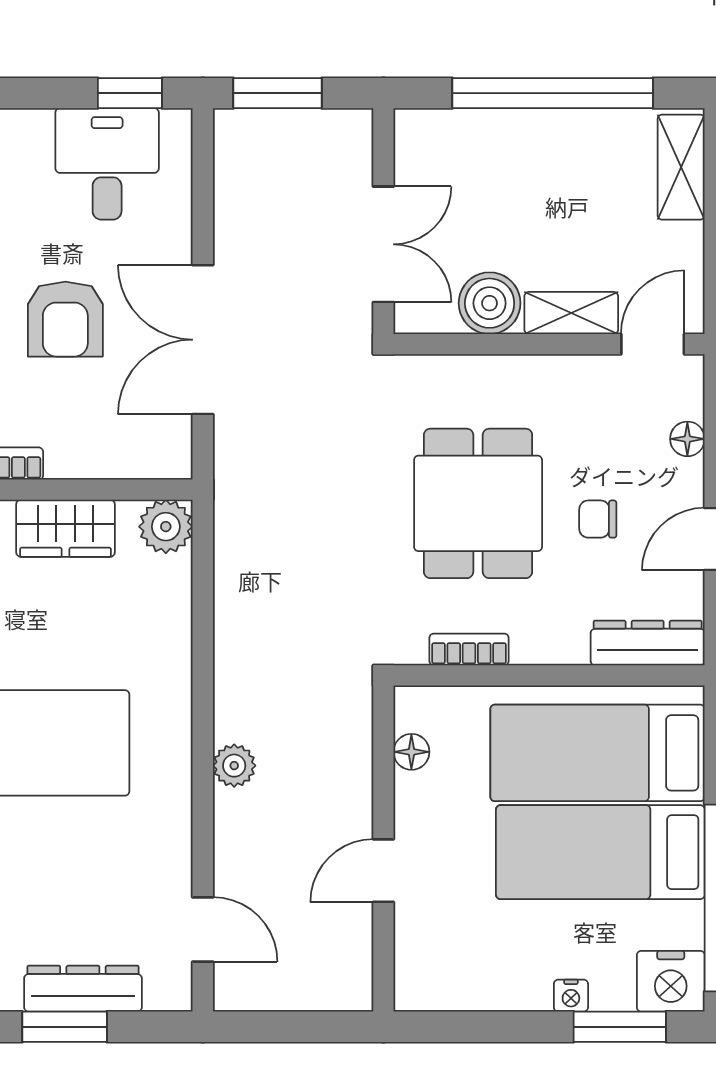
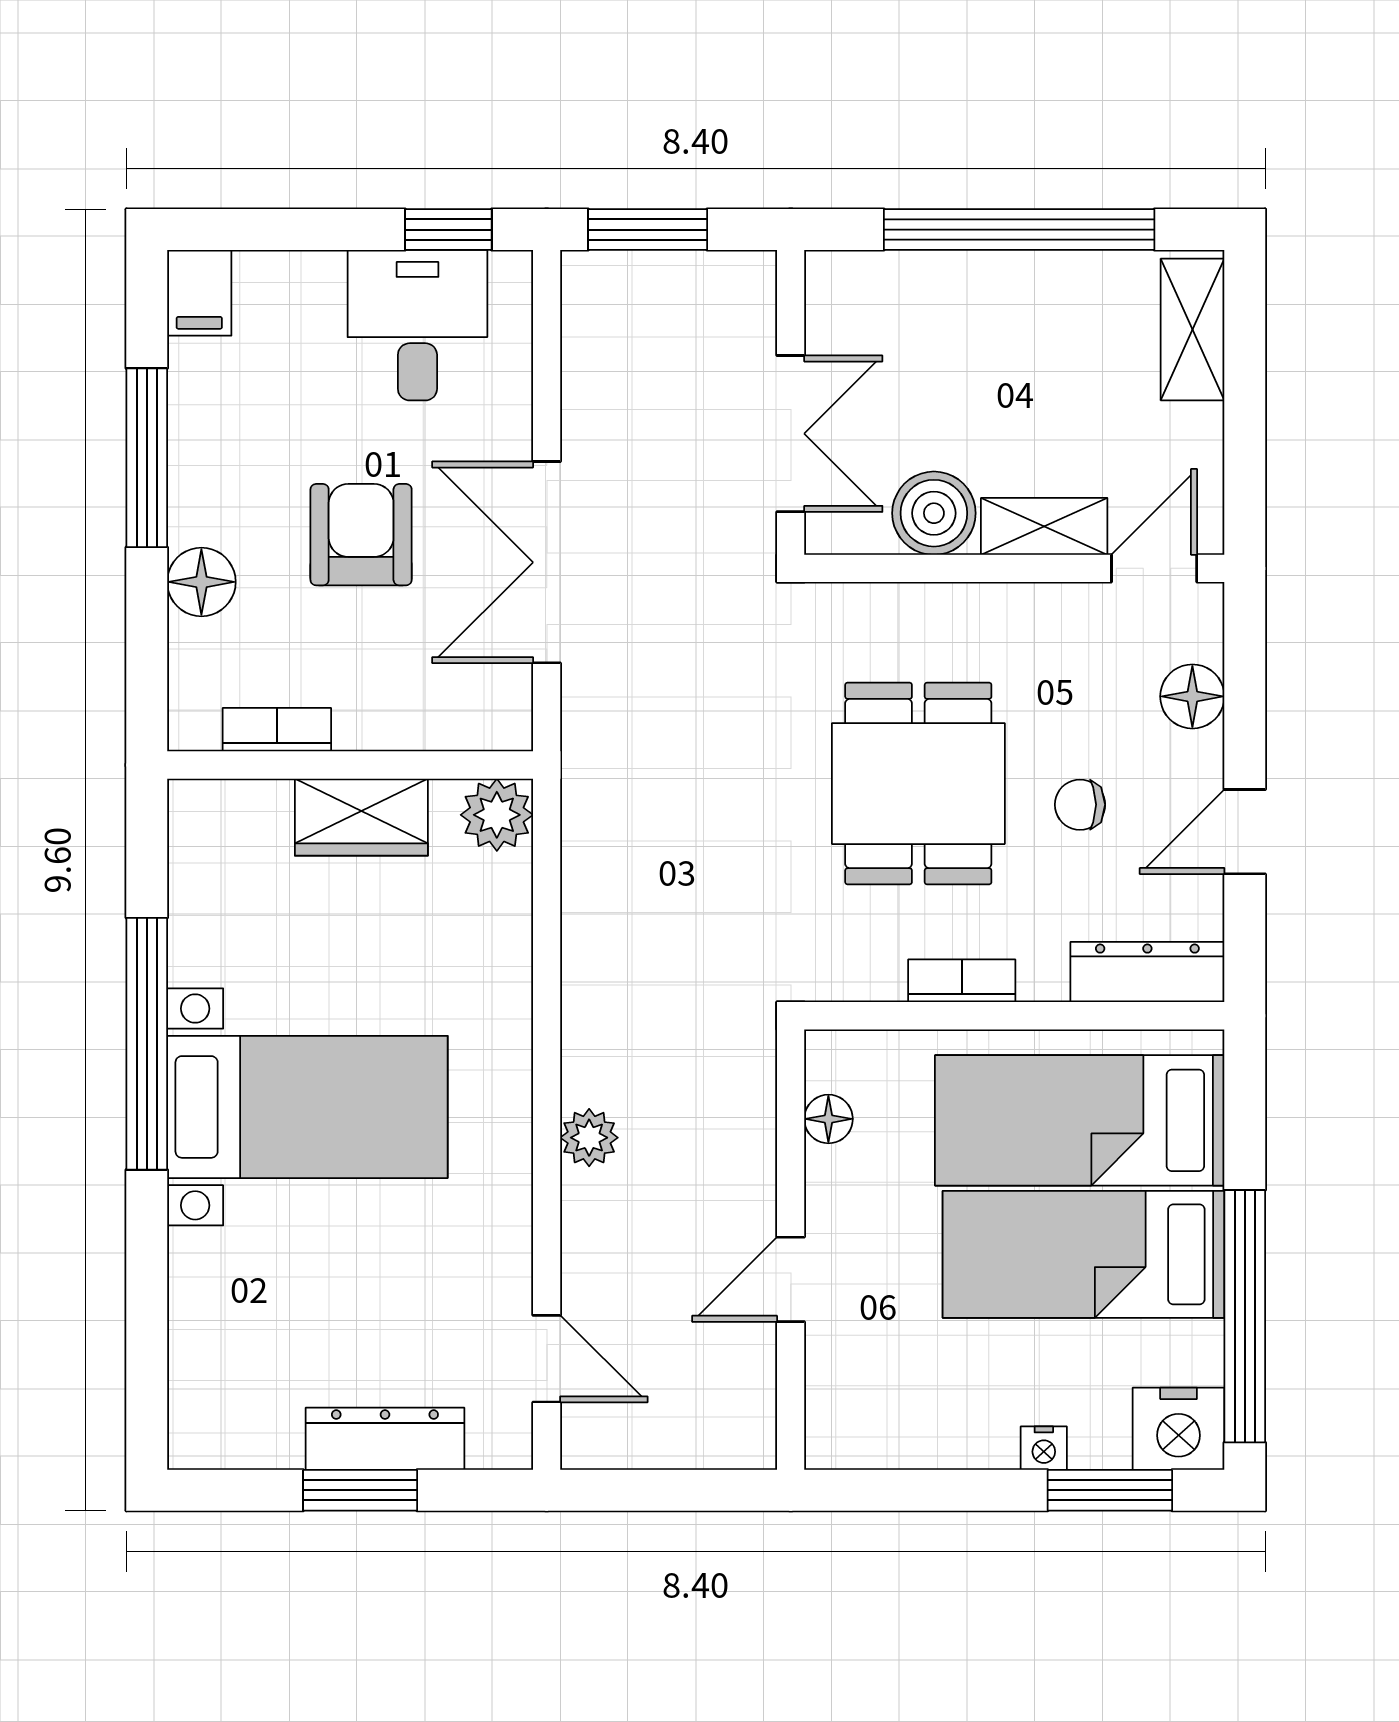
armchair: (65, 319) -> (361, 535), turned 180
floor lamp: (687, 439) -> (1192, 696), width x1.37, depth x1.37
bookcase: (469, 649) -> (962, 981), moved

